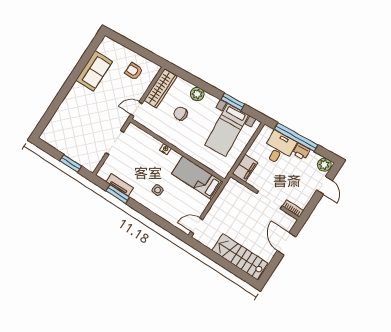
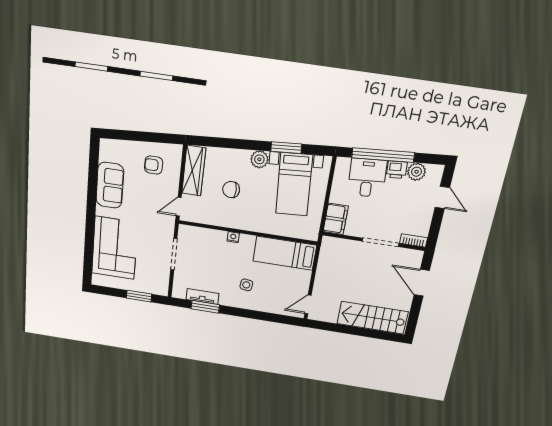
plant: (197, 94) -> (259, 159), moved
corner sofa: (72, 118) -> (115, 248), added
plant: (324, 165) -> (417, 172), moved

